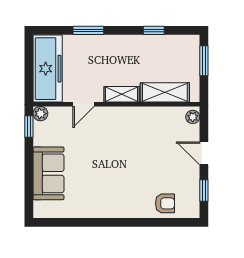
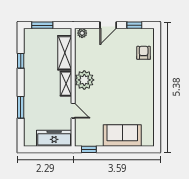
freezer: (48, 69) -> (54, 138), width x0.73, depth x0.79
plant: (40, 114) -> (84, 80), moved, width x1.88, depth x1.88

